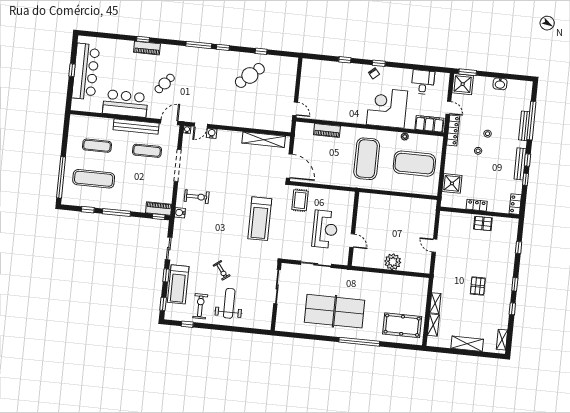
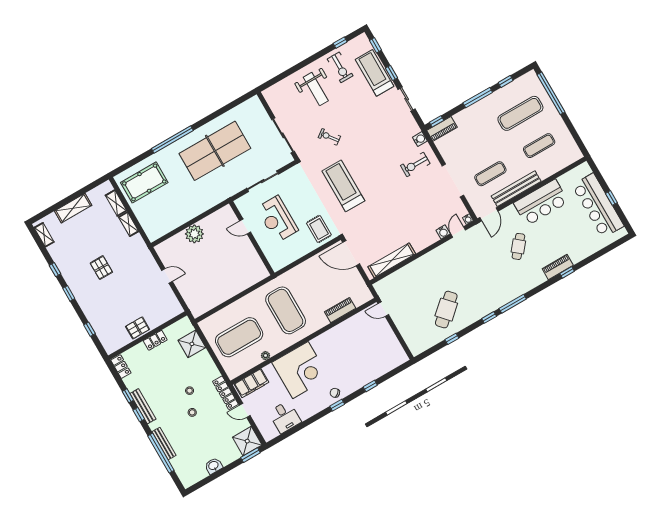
exercise bike: (222, 270) -> (329, 137), moved

